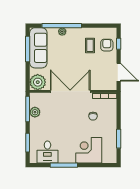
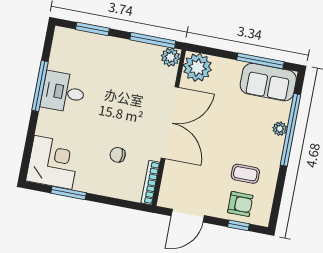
sofa: (38, 48) -> (268, 82), width x0.73
plant: (35, 112) -> (170, 57), moved
corner desk: (89, 150) -> (53, 162), moved
desk: (47, 152) -> (63, 92), moved

